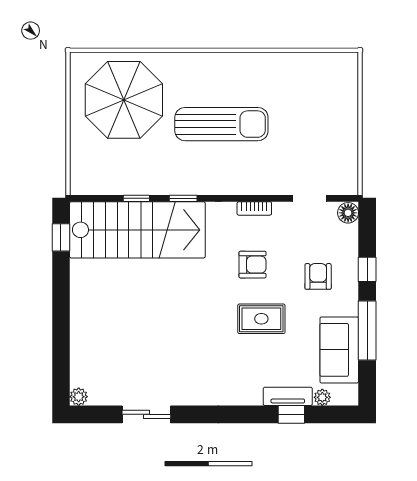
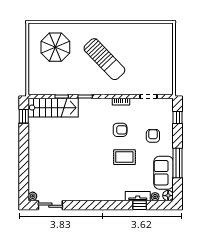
parasol: (124, 100) -> (55, 47), width x0.73, depth x0.73
sun lounger: (221, 124) -> (104, 59), turned 46
floor lamp: (348, 213) -> (168, 196), moved
stairs: (137, 230) -> (53, 108), width x0.73, depth x0.66
window: (367, 269) -> (178, 117), moved
sliding door: (146, 414) -> (50, 205), moved

